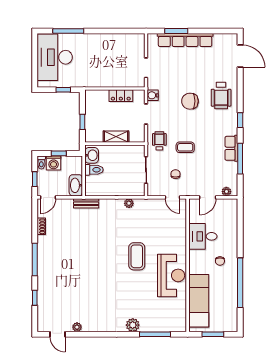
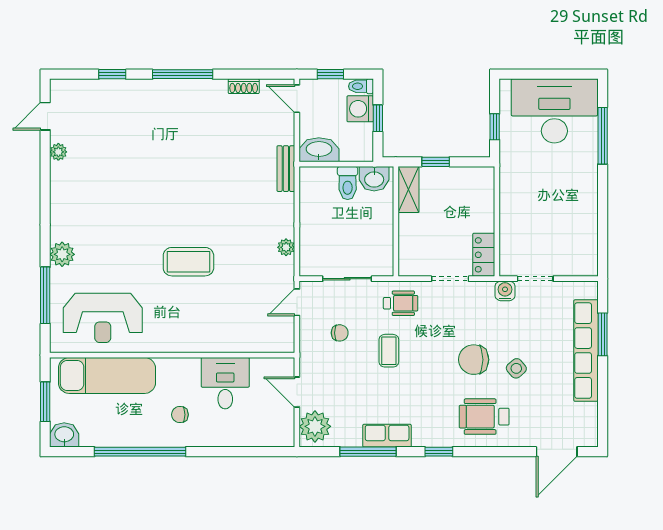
side table: (195, 78) -> (516, 368), added
water cooler: (153, 95) -> (505, 291), moved
locker: (121, 96) -> (484, 255), moved
chair: (190, 101) -> (474, 360), turned -90
shelving: (116, 137) -> (408, 190), moved
plant: (226, 192) -> (315, 426), width x1.88, depth x1.88
door: (173, 197) -> (297, 302), moved
reception desk: (171, 275) -> (103, 318), moved
washbasin: (231, 324) -> (64, 435), added

